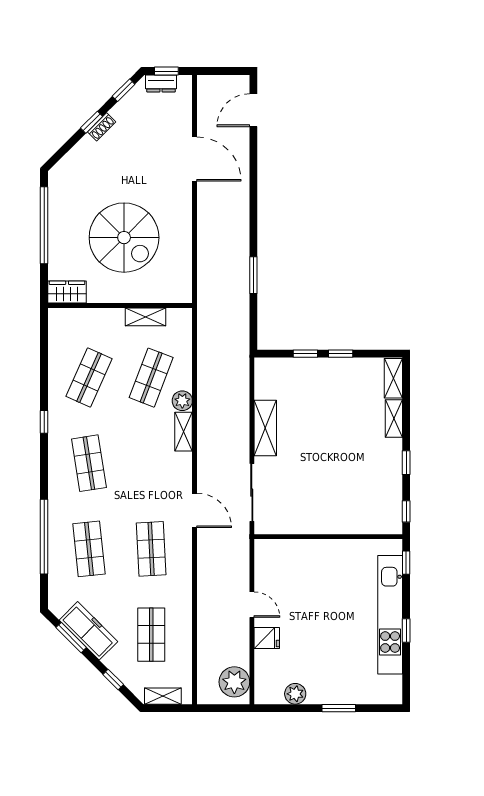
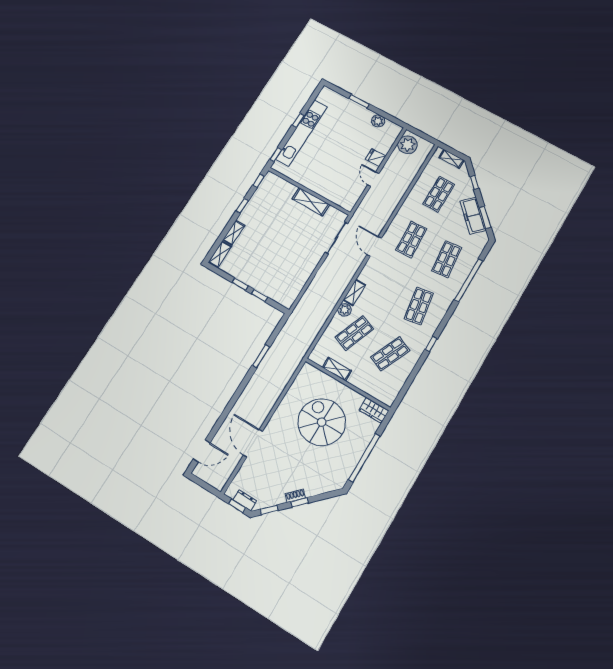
shelving: (265, 428) -> (311, 202), moved, turned 90

